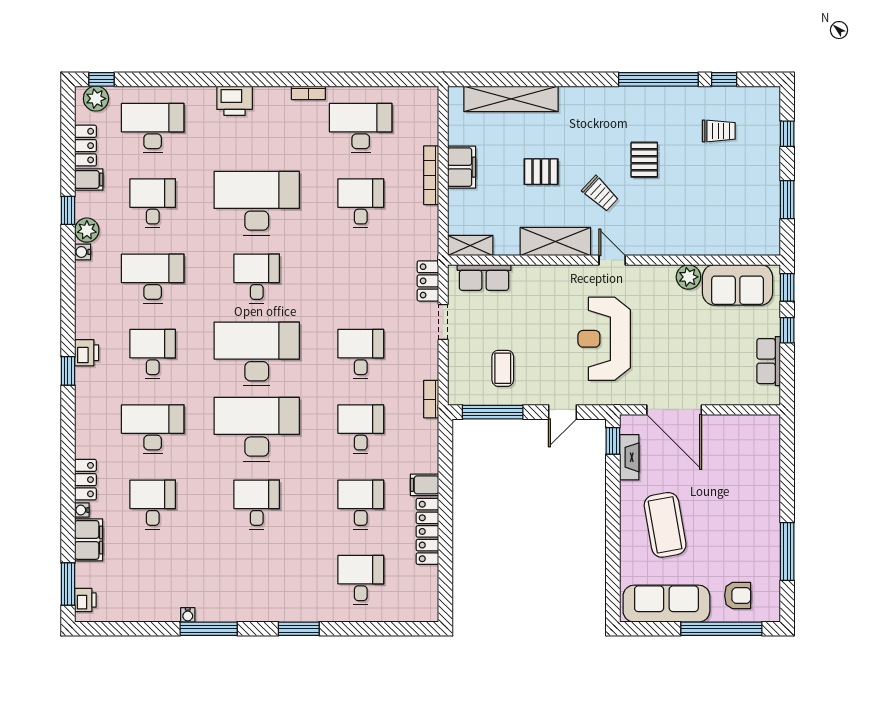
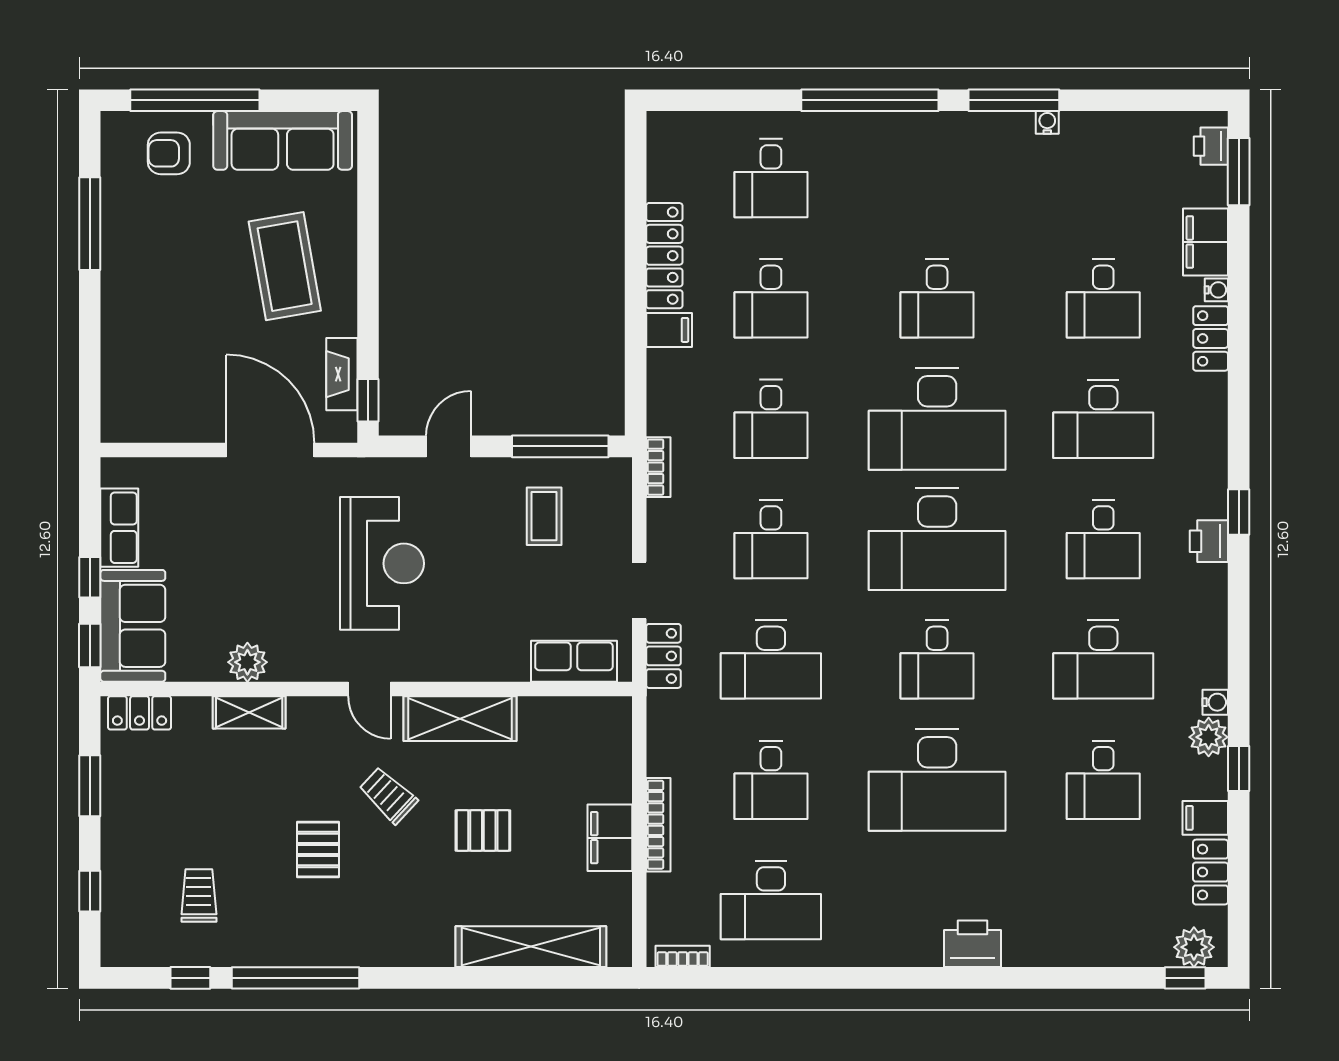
bookcase: (308, 93) -> (683, 956), moved
desk: (153, 128) -> (771, 659), moved
trolley: (719, 131) -> (199, 895), turned 90
locker: (756, 245) -> (140, 713), added
shelving: (470, 246) -> (249, 712), moved
sofa: (738, 285) -> (133, 626), moved, turned 90
window: (299, 629) -> (870, 100), width x2.11

